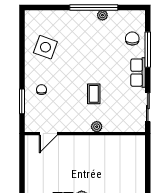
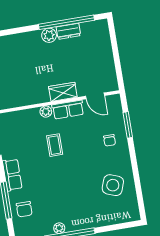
row of seats: (76, 125) -> (68, 110), added
door: (48, 134) -> (95, 96), swing flipped
wardrobe: (78, 143) -> (63, 92), added

